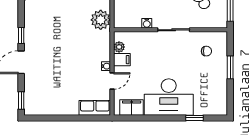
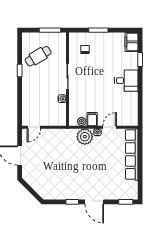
plant: (101, 20) -> (85, 137), moved
door: (112, 81) -> (110, 127), hinge flipped
desk: (169, 97) -> (126, 81), width x0.53, depth x0.77
filing cabinet: (132, 107) -> (131, 42), moved
row of seats: (95, 108) -> (132, 154), width x2.02

